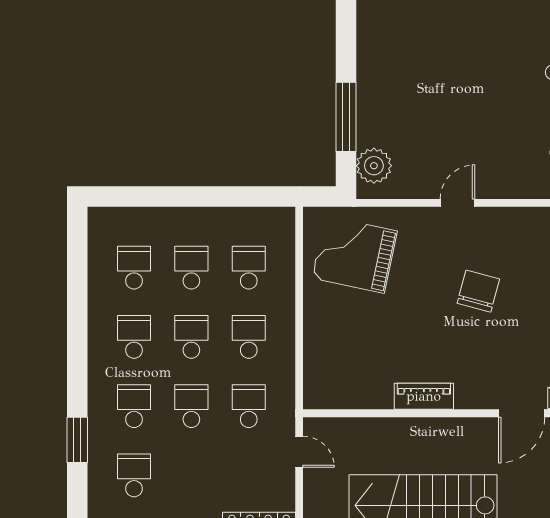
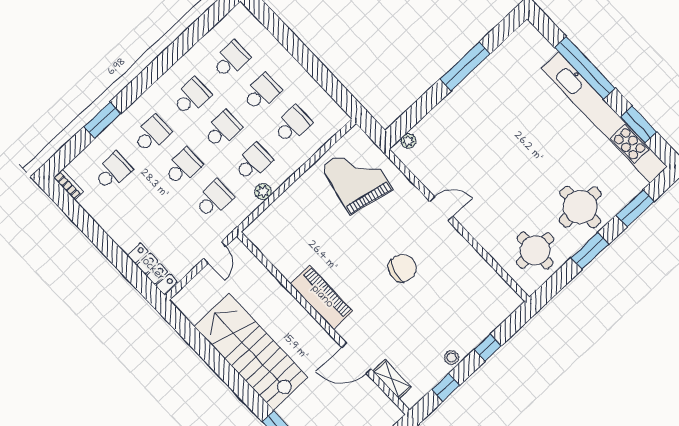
window: (346, 117) -> (465, 66), moved
plant: (374, 166) -> (408, 141), width x0.53, depth x0.53
plant: (285, 354) -> (263, 192), added
piano: (424, 396) -> (322, 297), width x1.37, depth x1.33

